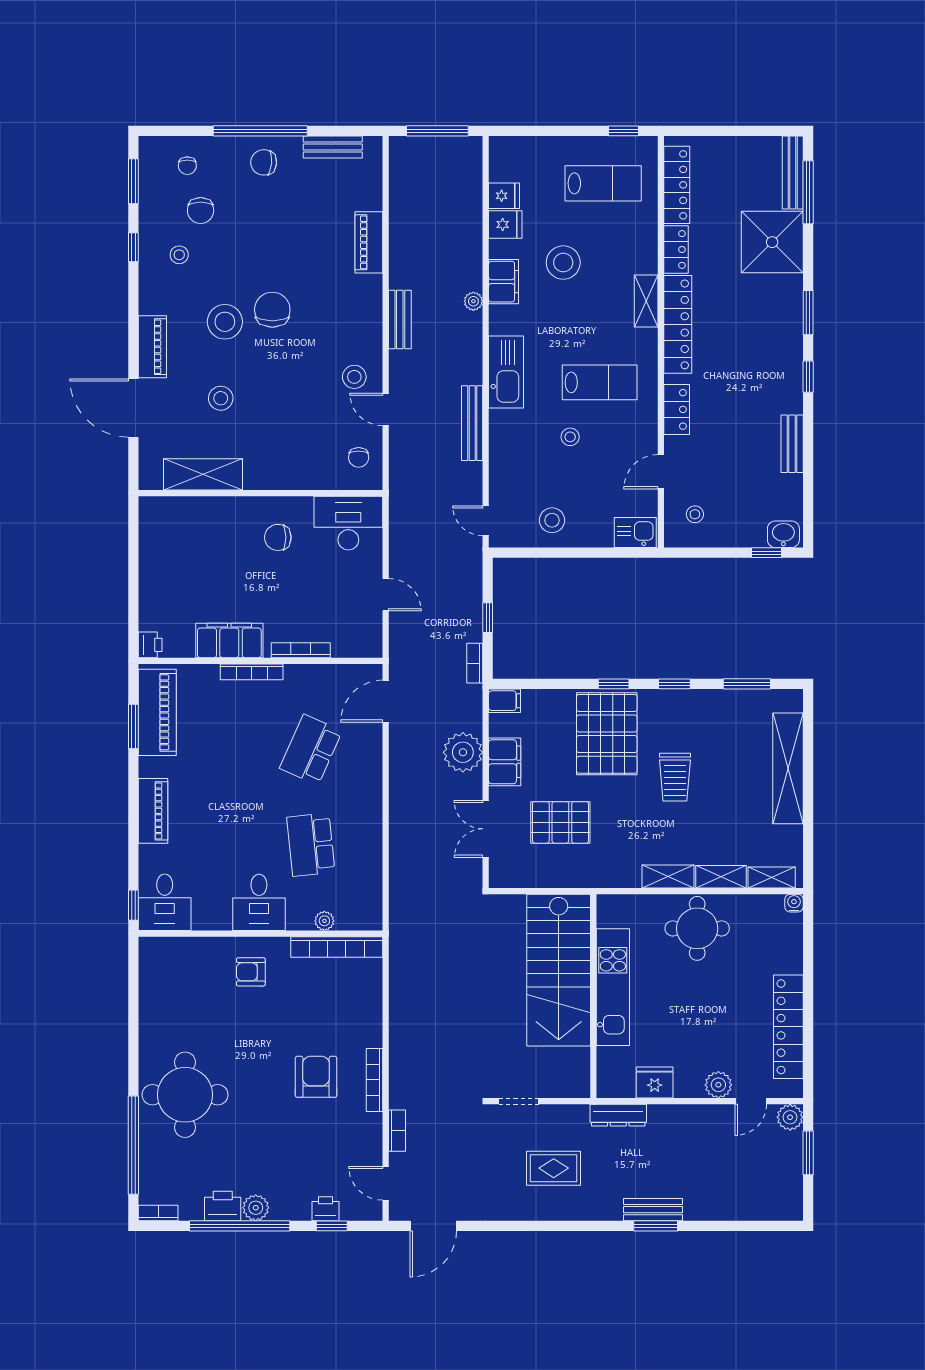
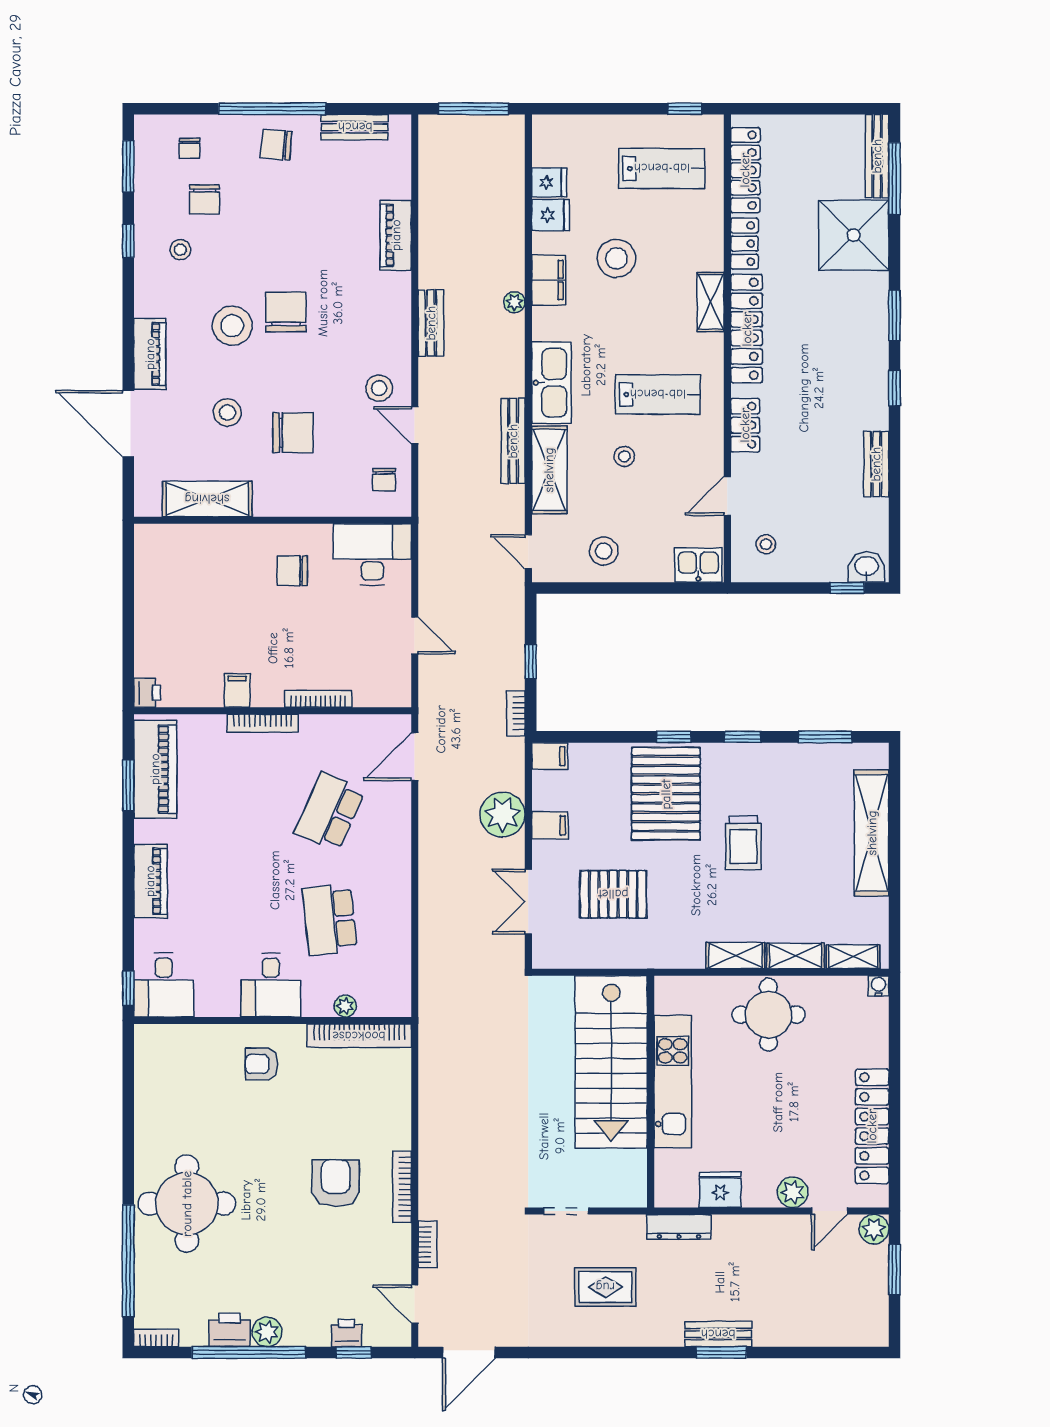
chair: (278, 416) -> (293, 433), added
shelving: (504, 449) -> (549, 470), added
filing cabinet: (229, 640) -> (237, 690), width x0.33, depth x0.86
filing cabinet: (505, 762) -> (550, 825), width x0.50

